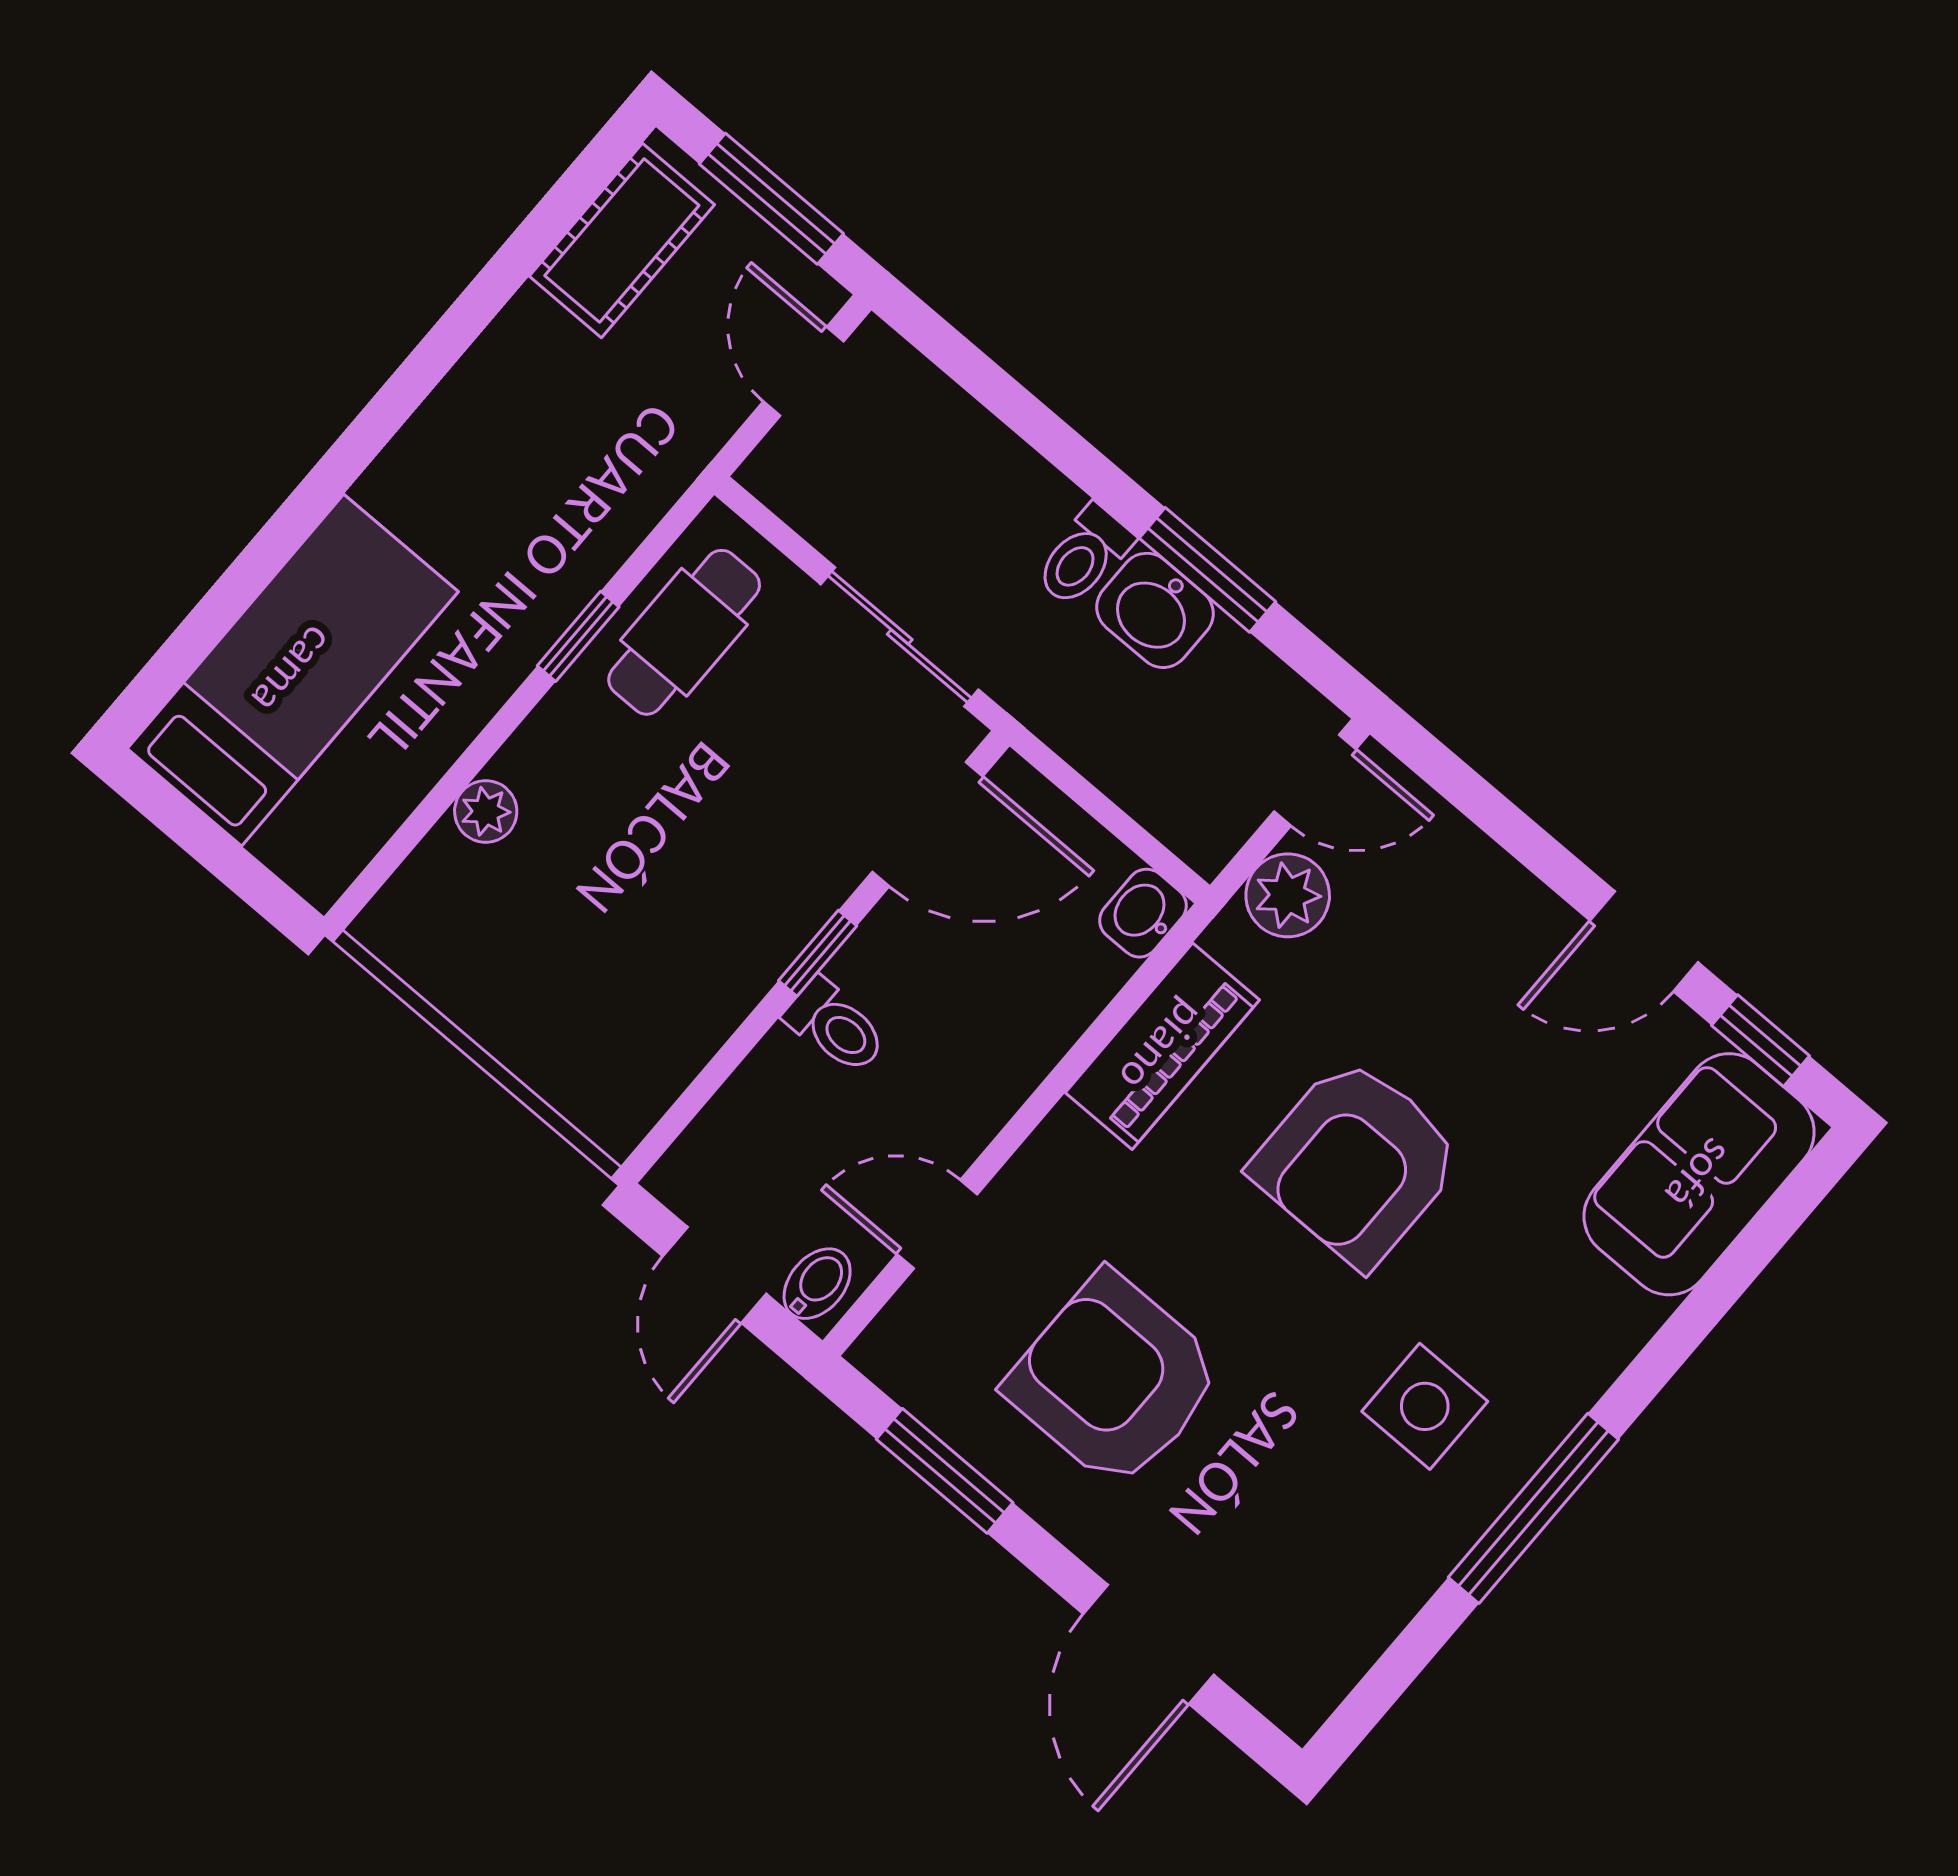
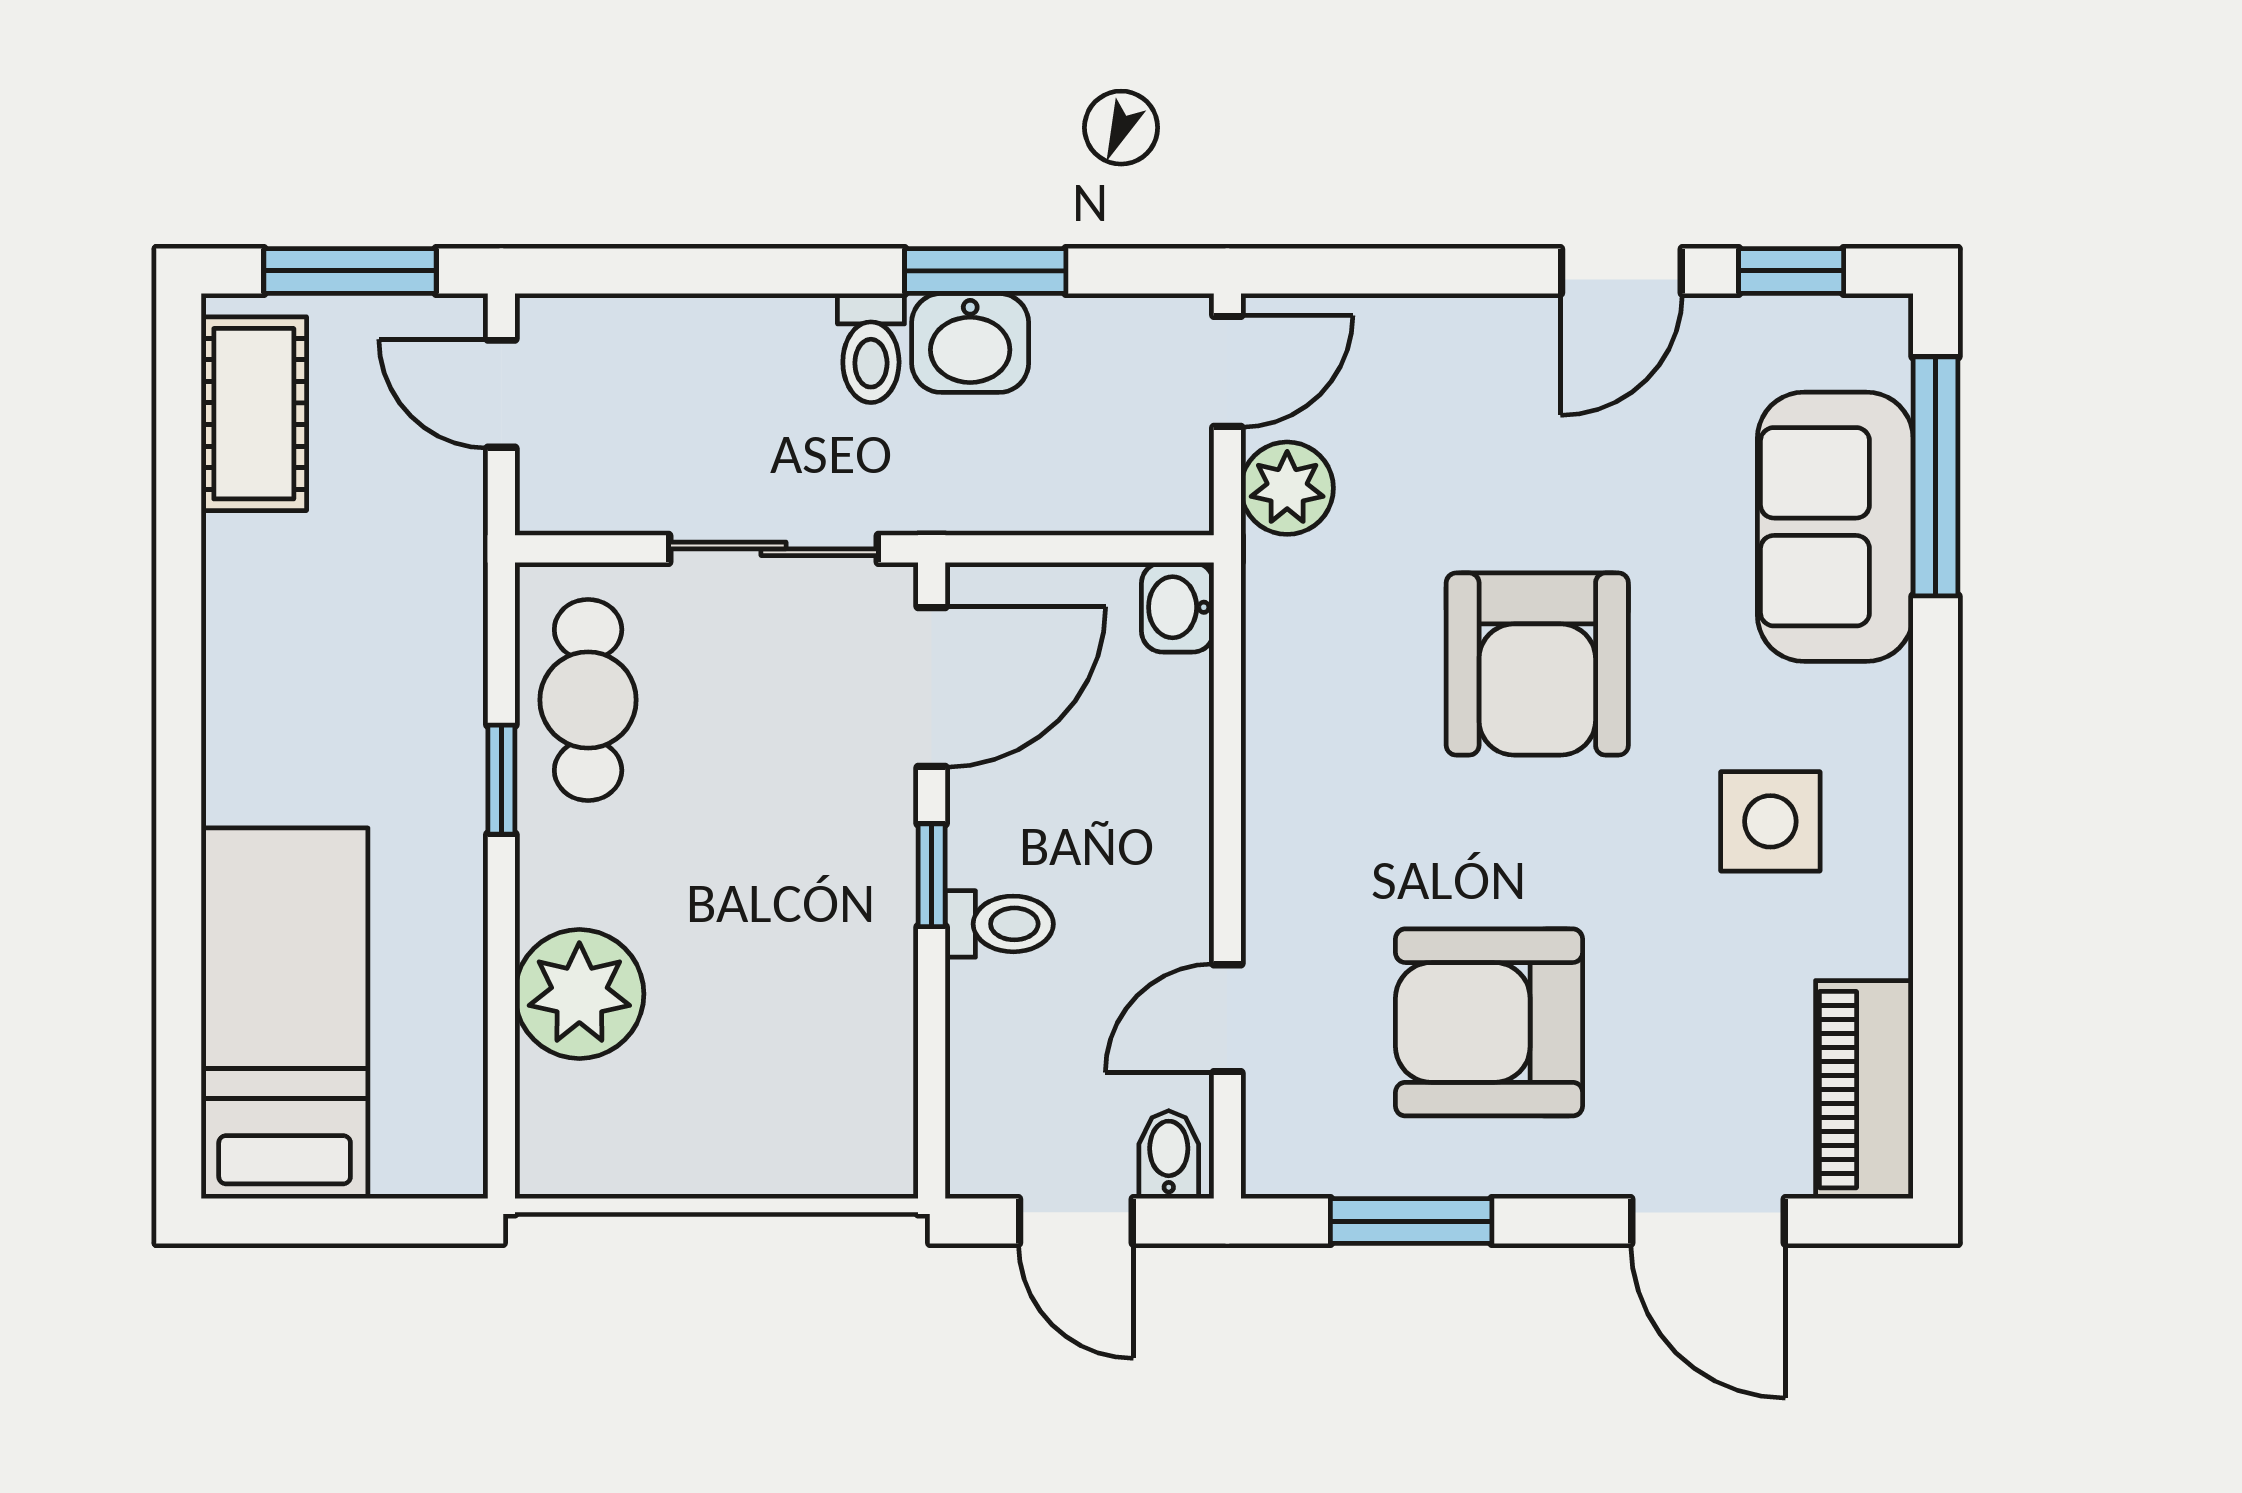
plant: (486, 811) -> (579, 994), width x1.87, depth x1.87
piano: (1162, 1046) -> (1864, 1090), moved, turned 180
sofa: (1699, 1174) -> (1835, 527), moved
window: (1533, 1508) -> (1936, 476), moved

